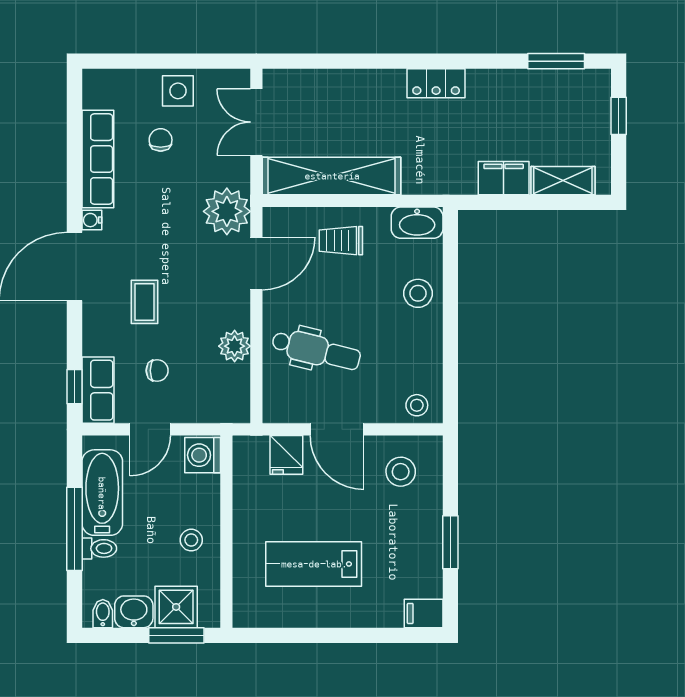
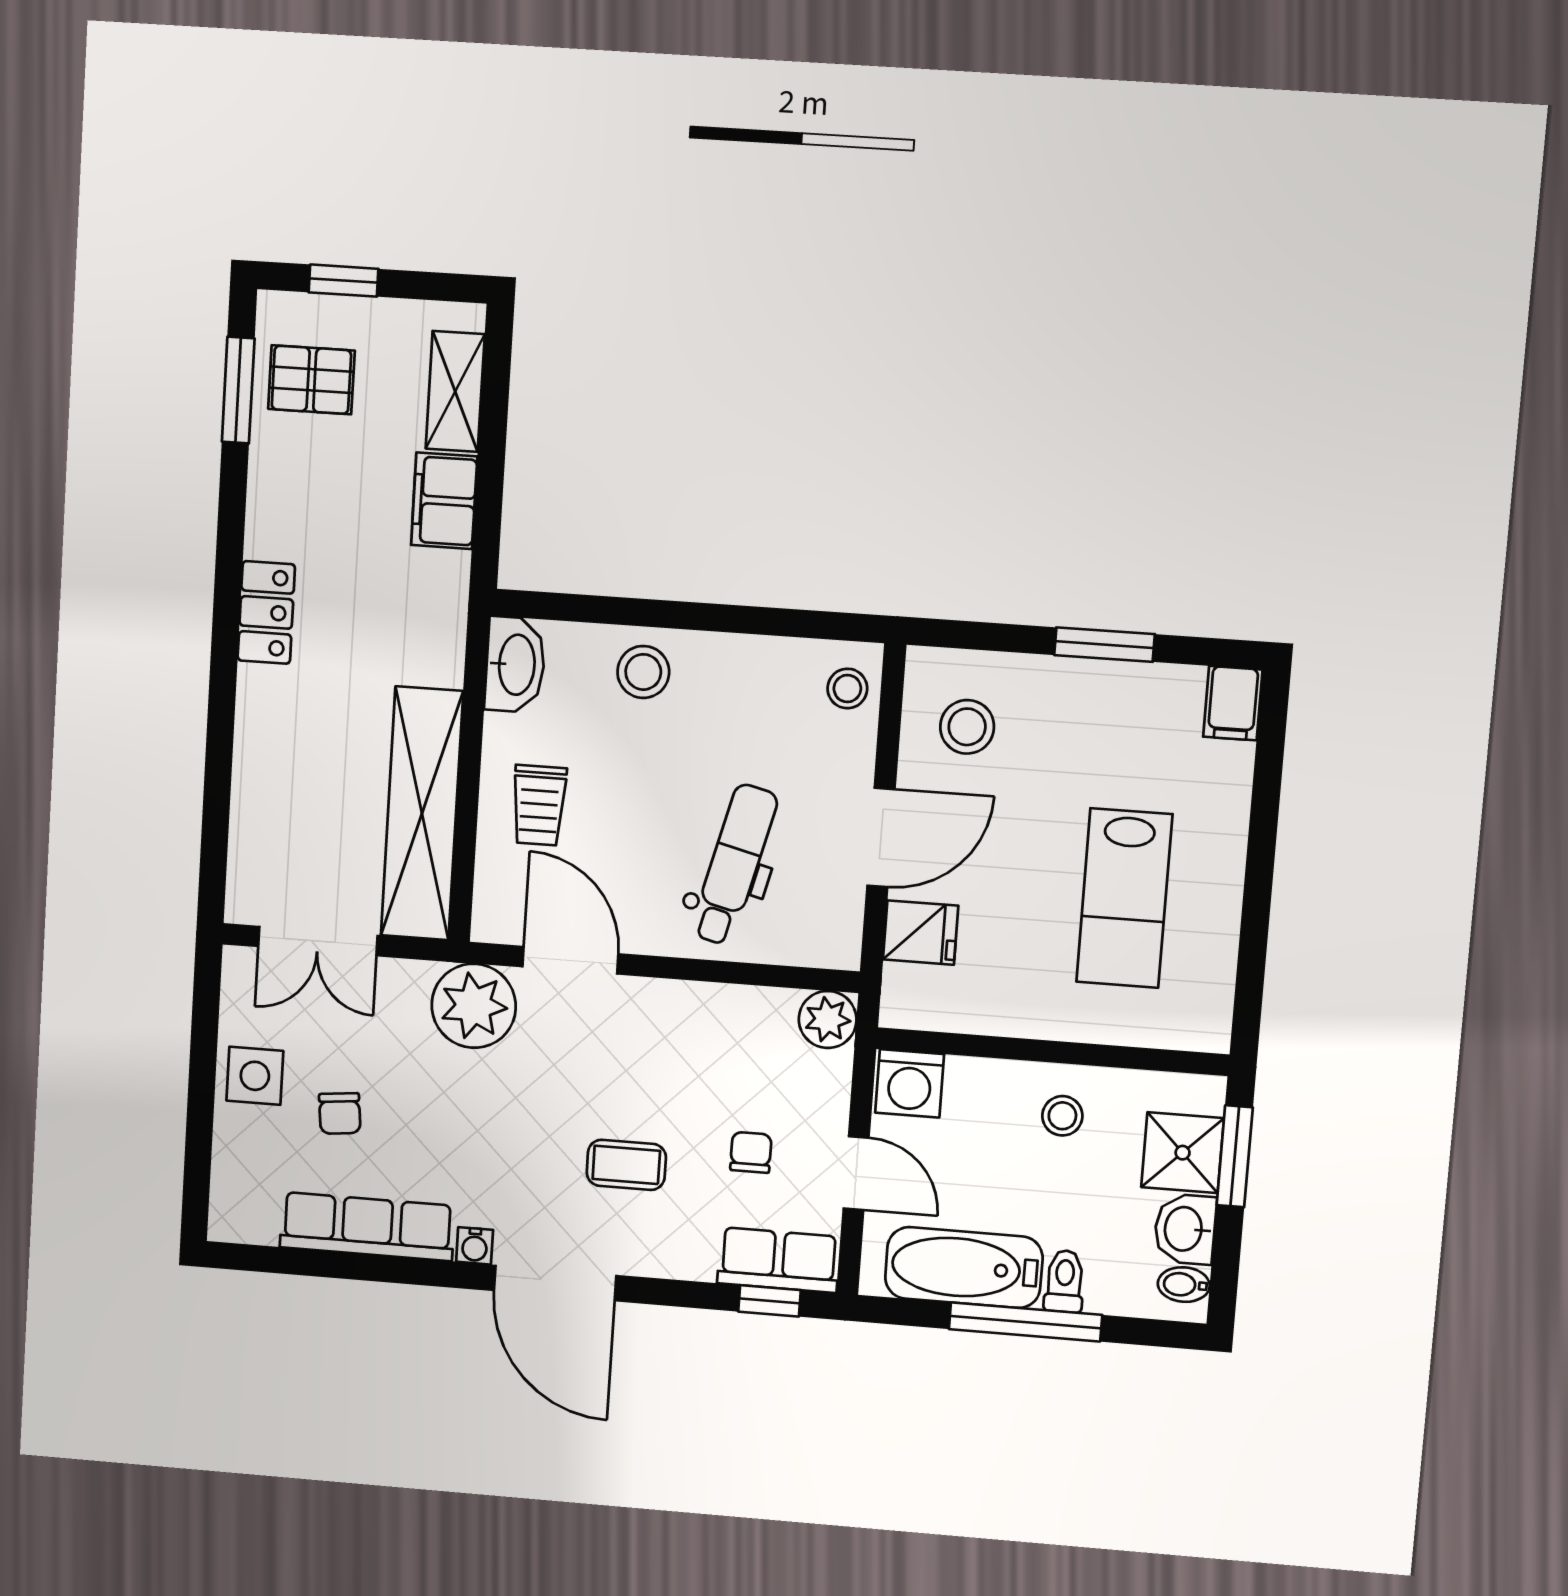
pallet: (564, 101) -> (311, 380), added
chair: (161, 140) -> (340, 1113), turned -96
plant: (235, 346) -> (828, 1019), moved

